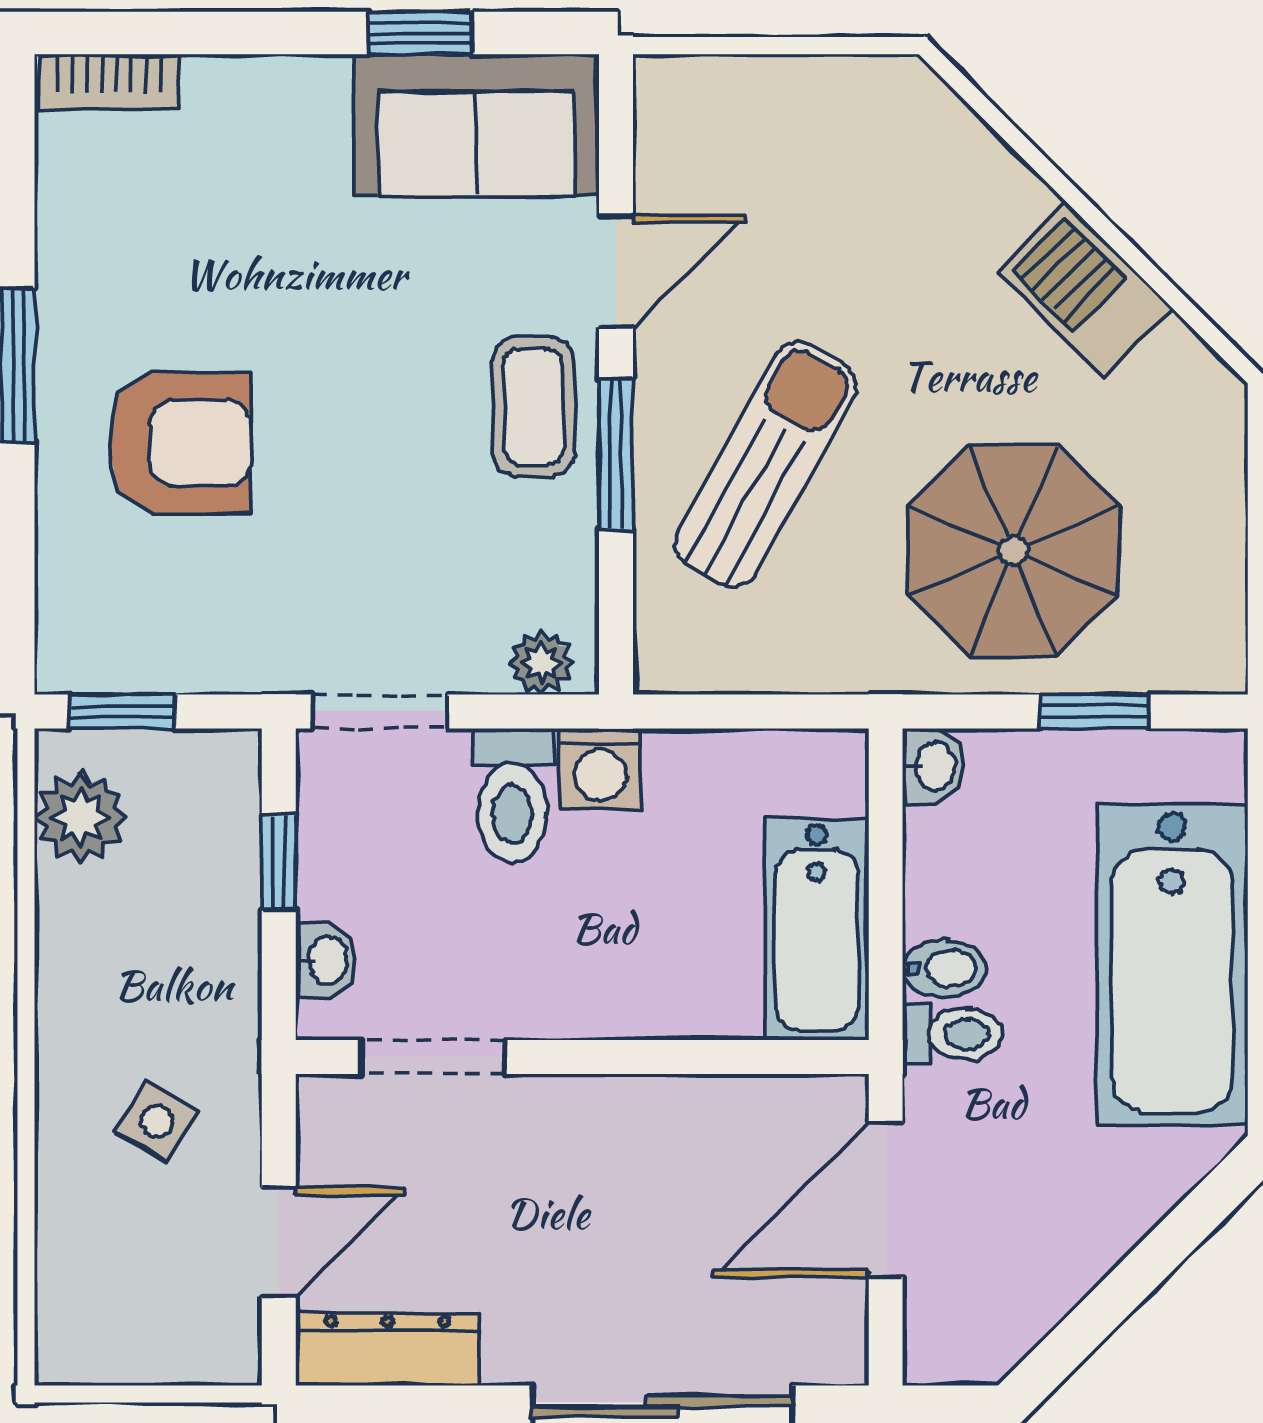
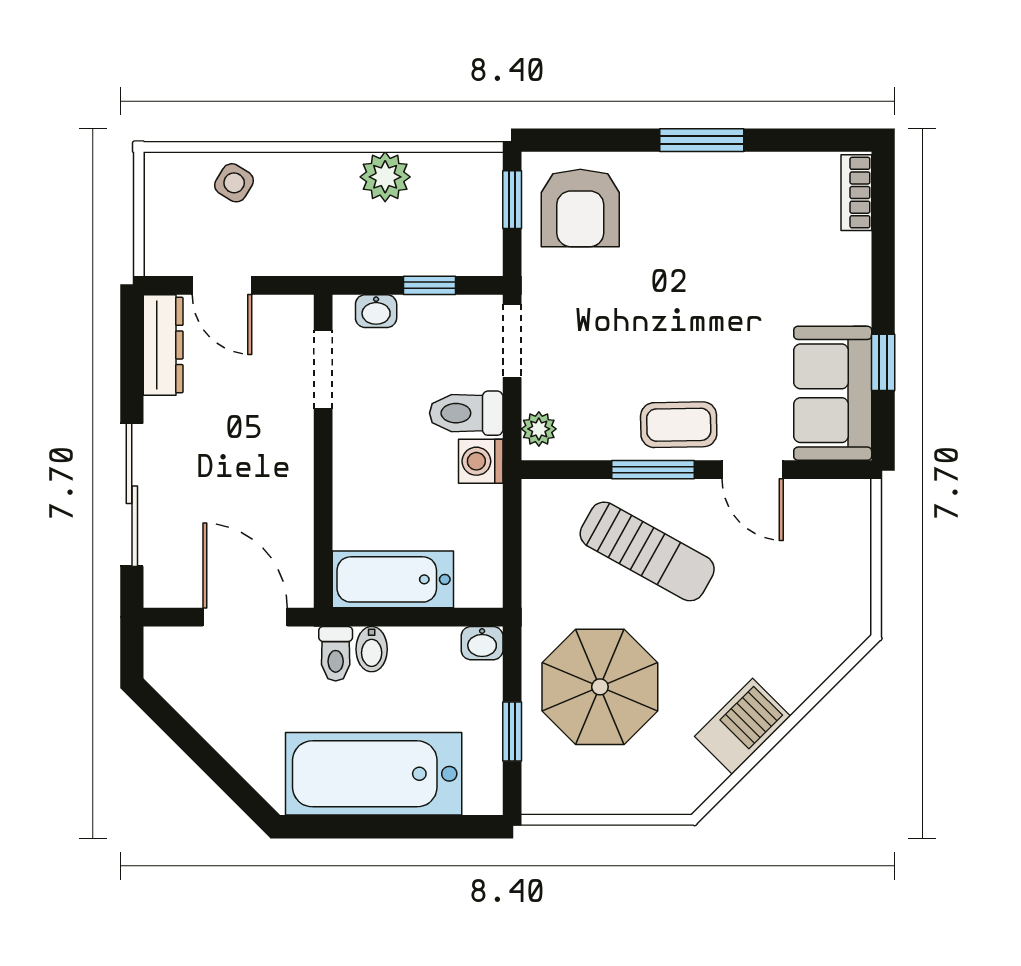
armchair: (180, 443) -> (580, 208), moved
plant: (80, 818) -> (385, 177), moved
side table: (157, 1121) -> (234, 183), moved

